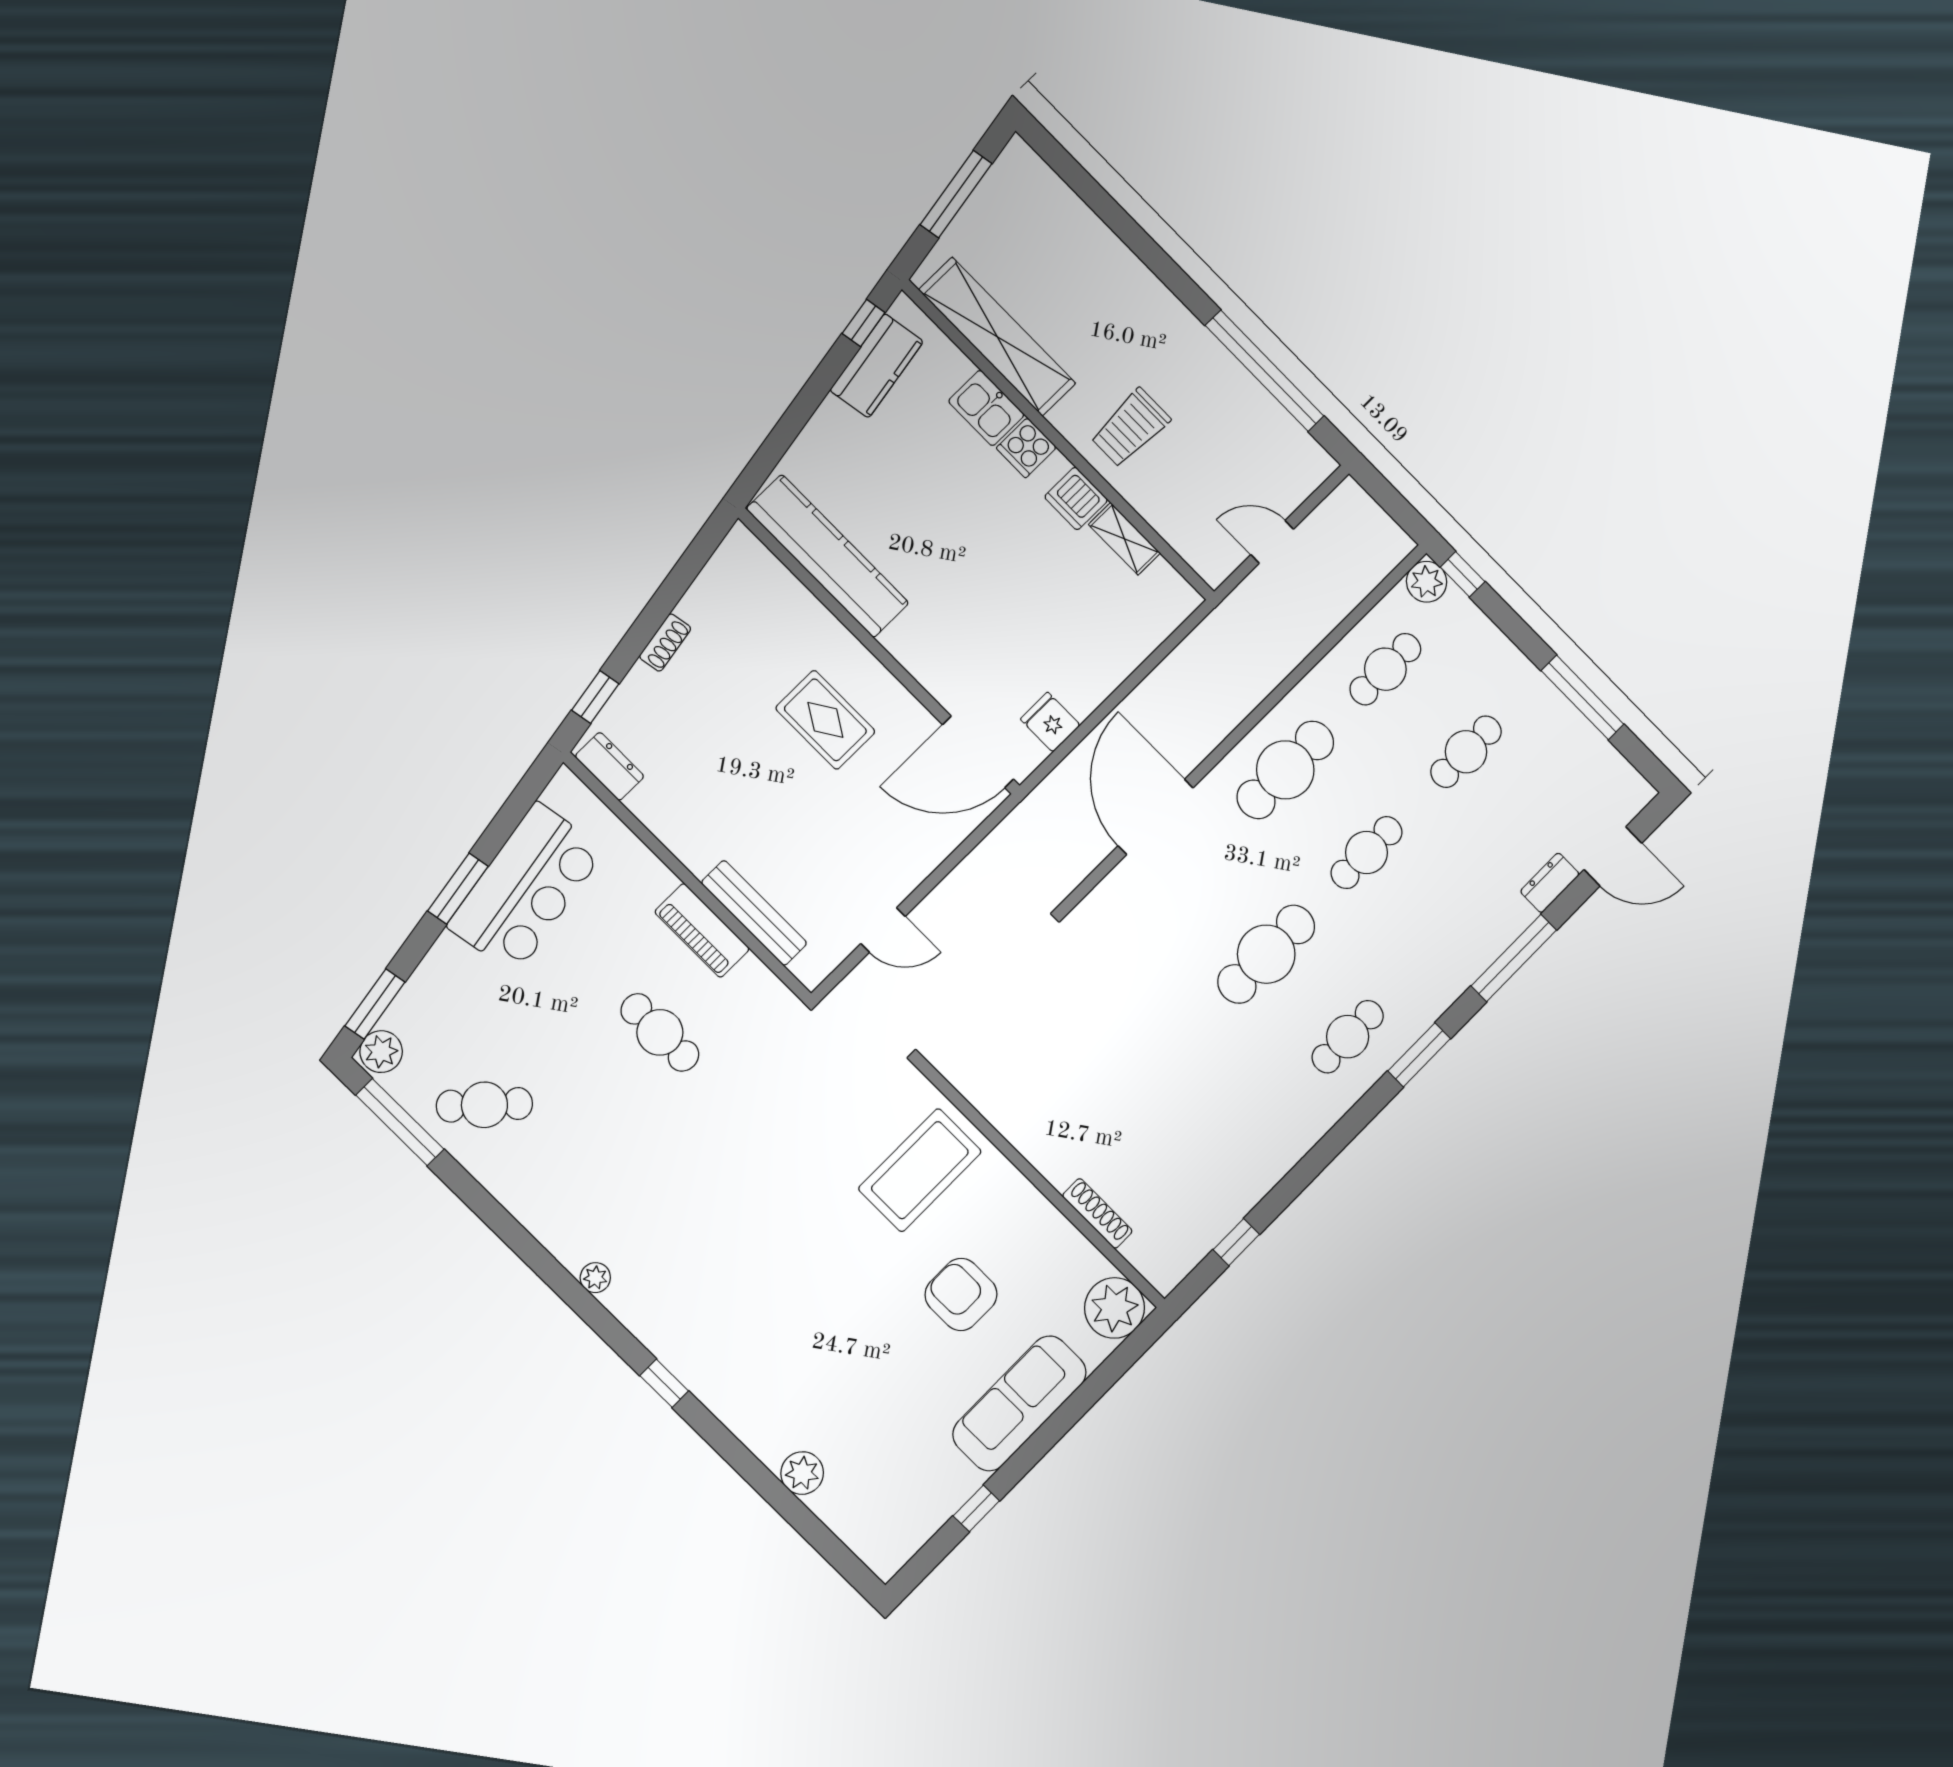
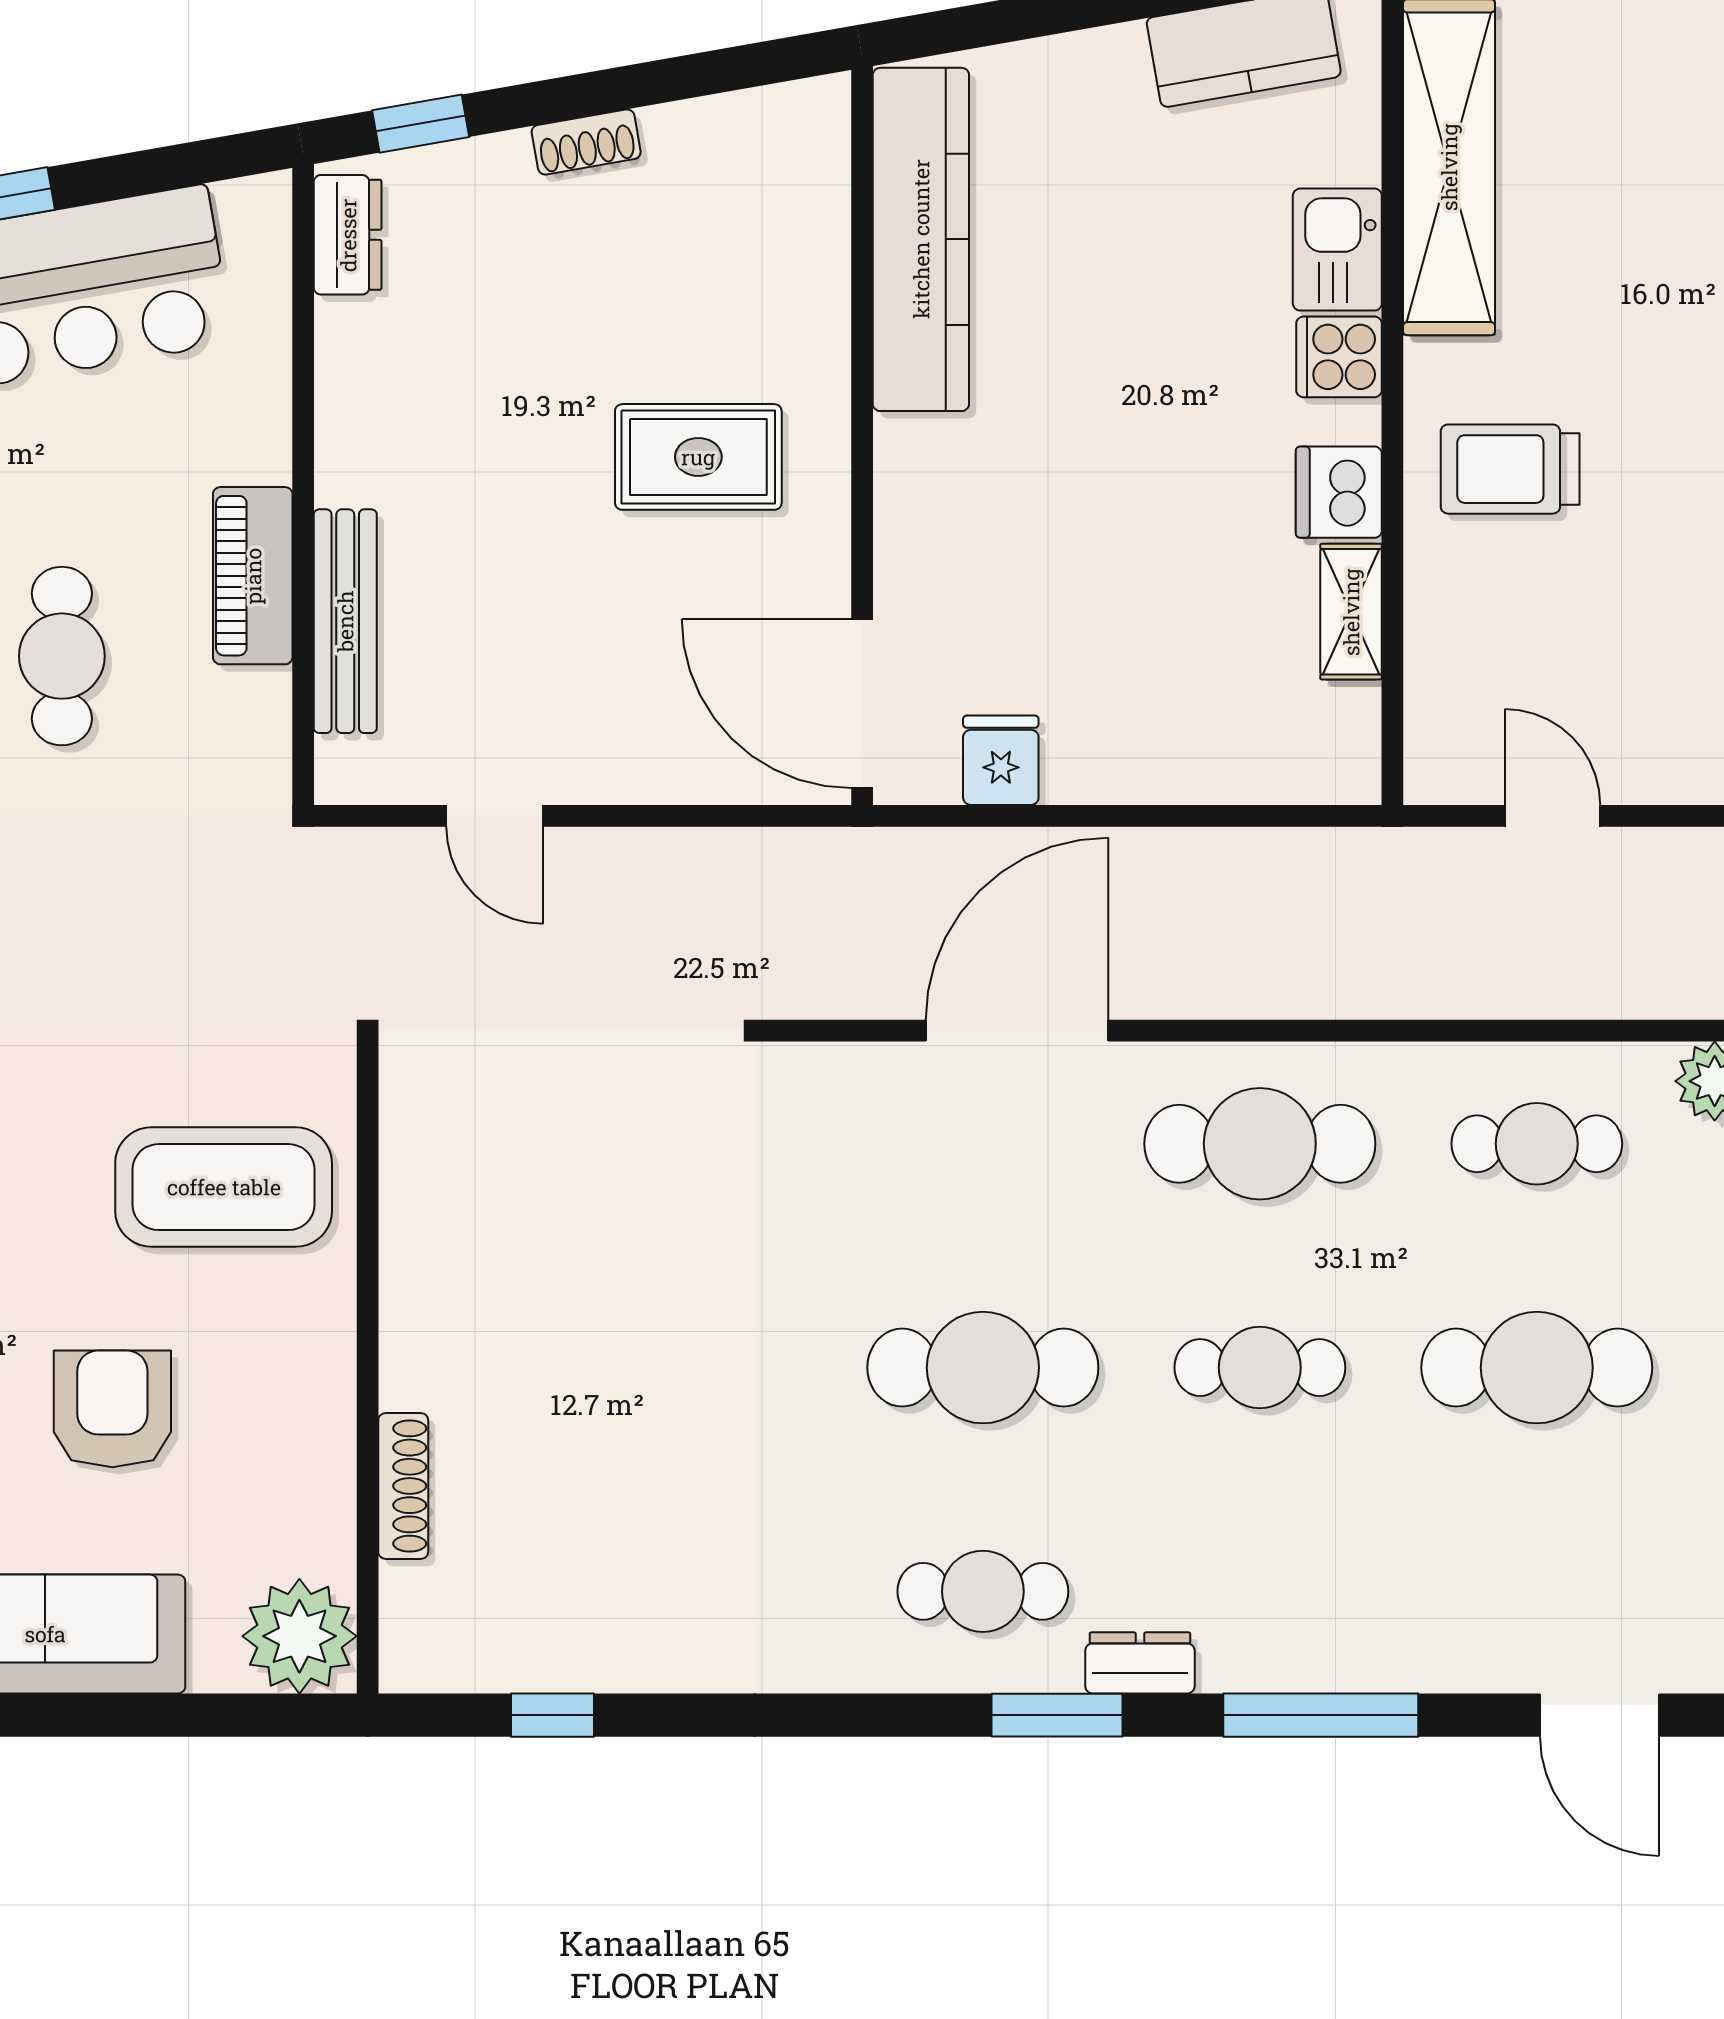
rug: (825, 720) -> (698, 457), turned 90
cafe table: (1466, 752) -> (1537, 1368), width x1.37, depth x1.35
dresser: (1550, 883) -> (1140, 1663), moved

